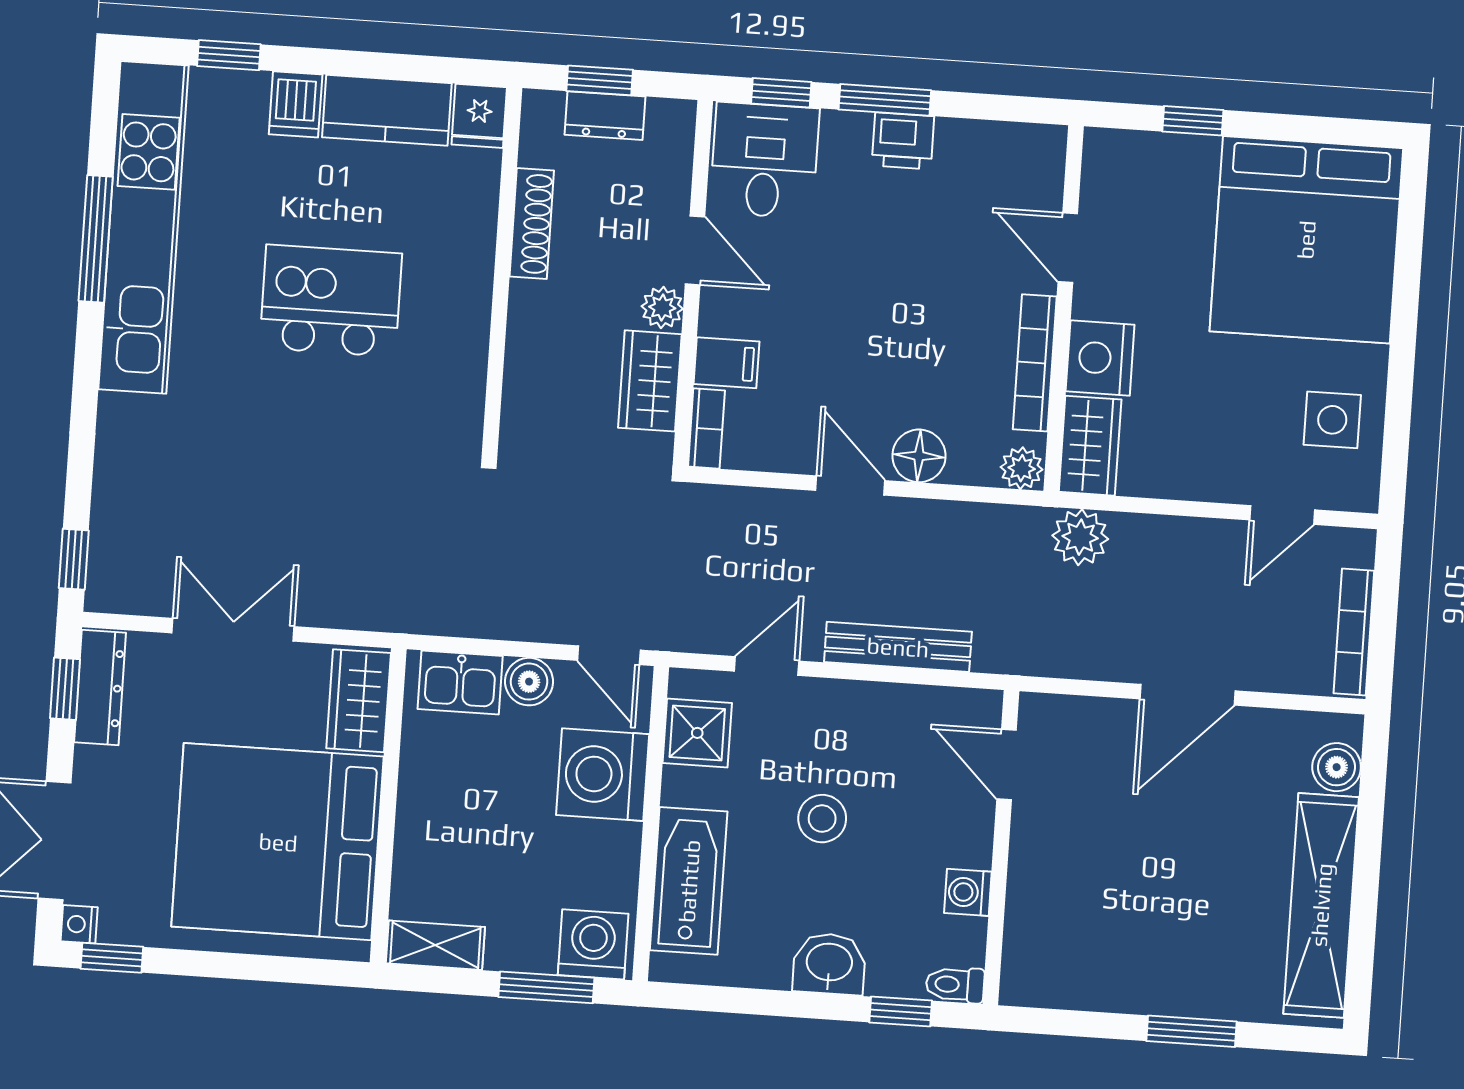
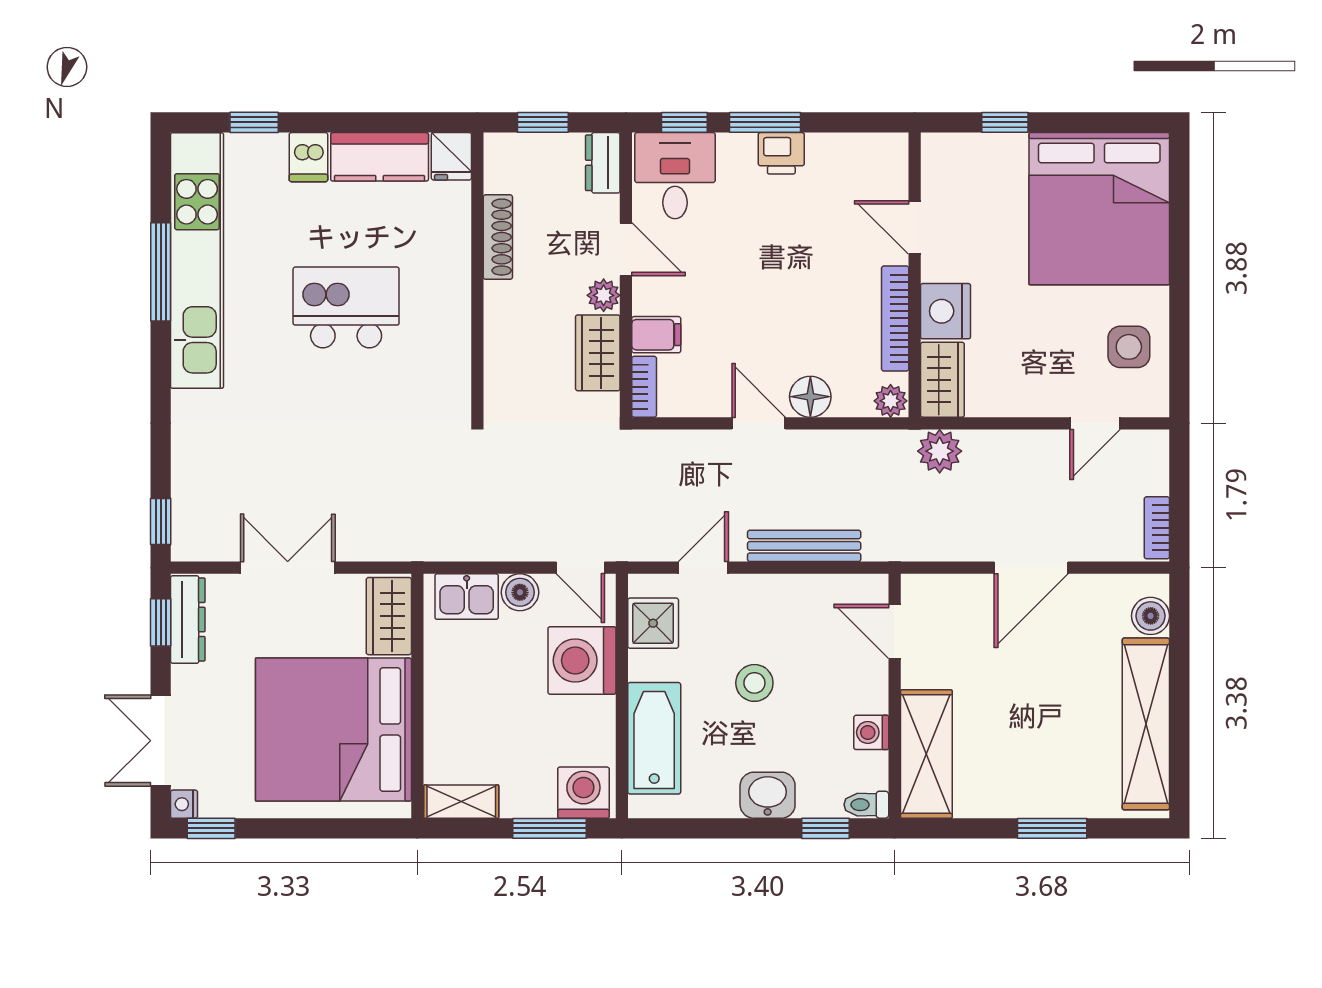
dresser: (605, 116) -> (603, 163), moved, turned 90
bookcase: (1354, 632) -> (1157, 528), width x0.64
shelving: (1037, 925) -> (926, 754), added

